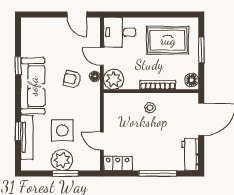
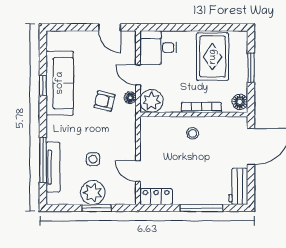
rug: (168, 40) -> (213, 57), turned 90
sofa: (33, 86) -> (60, 83), moved
side table: (62, 130) -> (93, 159), width x0.54, depth x0.54
window: (18, 131) -> (43, 160), width x2.17

